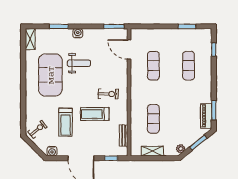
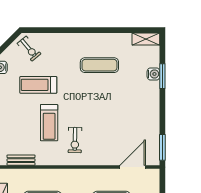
water cooler: (78, 33) -> (153, 74), moved
weight bench: (79, 63) -> (115, 102), removed
exercise mat: (50, 75) -> (99, 65), width x0.50, depth x0.69
treadmill: (95, 114) -> (49, 123), turned 180

